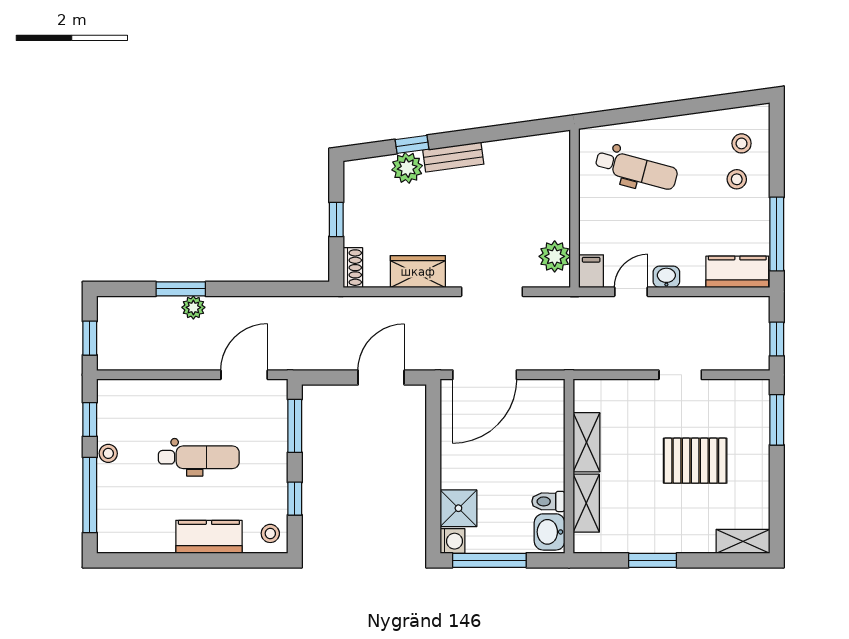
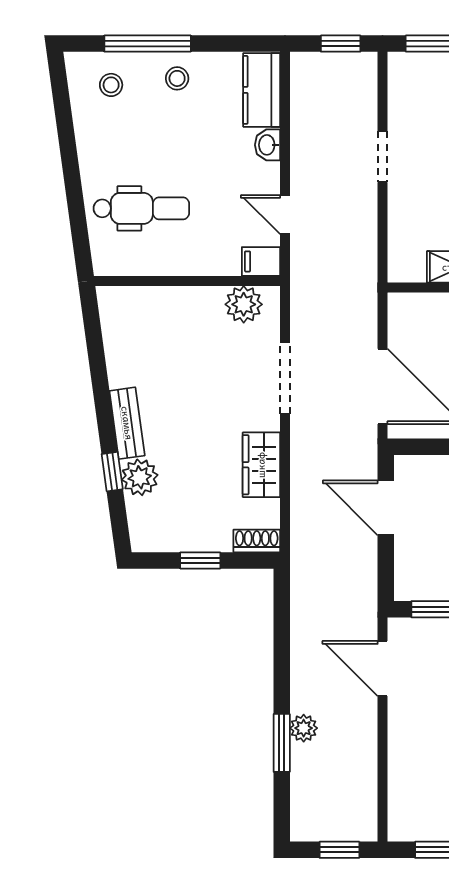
dental chair: (636, 169) -> (141, 208), turned 75
stool: (737, 179) -> (177, 78), moved
window: (777, 234) -> (148, 44), moved
washbasin: (666, 277) -> (268, 145), moved

